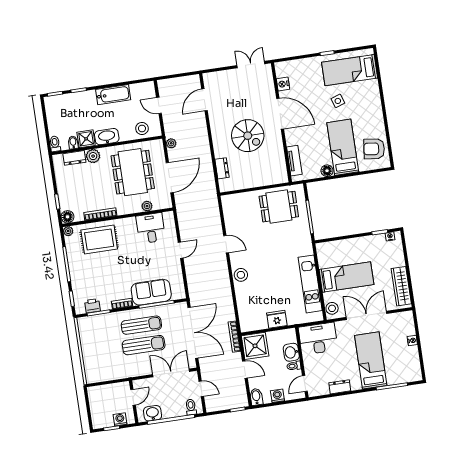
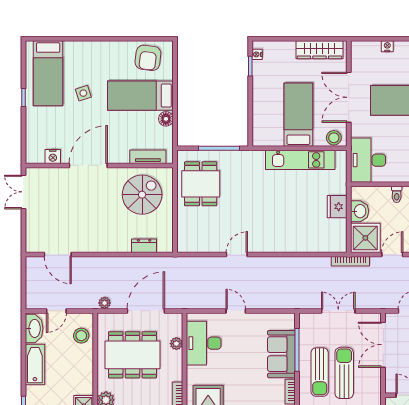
spiral stairs: (248, 136) -> (142, 195), moved
washbasin: (107, 137) -> (34, 328), moved, turned 180
door: (170, 178) -> (146, 311), hinge flipped
desk: (151, 228) -> (204, 343), width x1.37
stool: (241, 275) -> (277, 242), removed
sun lounger: (141, 325) -> (320, 372), turned 180
double door: (193, 333) -> (338, 311), width x0.54
washbasin: (291, 352) -> (360, 211), moved, turned -90

